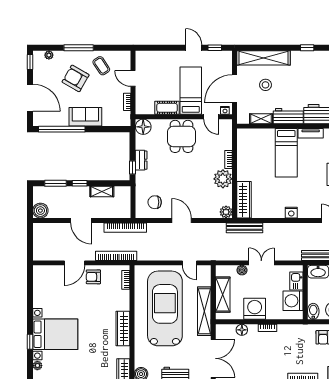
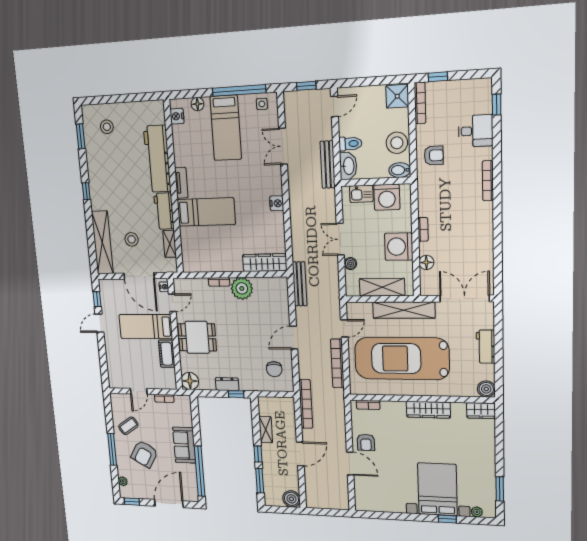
plant: (226, 212) -> (281, 284), removed
bench: (245, 228) -> (300, 284), moved
bookcase: (116, 256) -> (337, 363), moved

